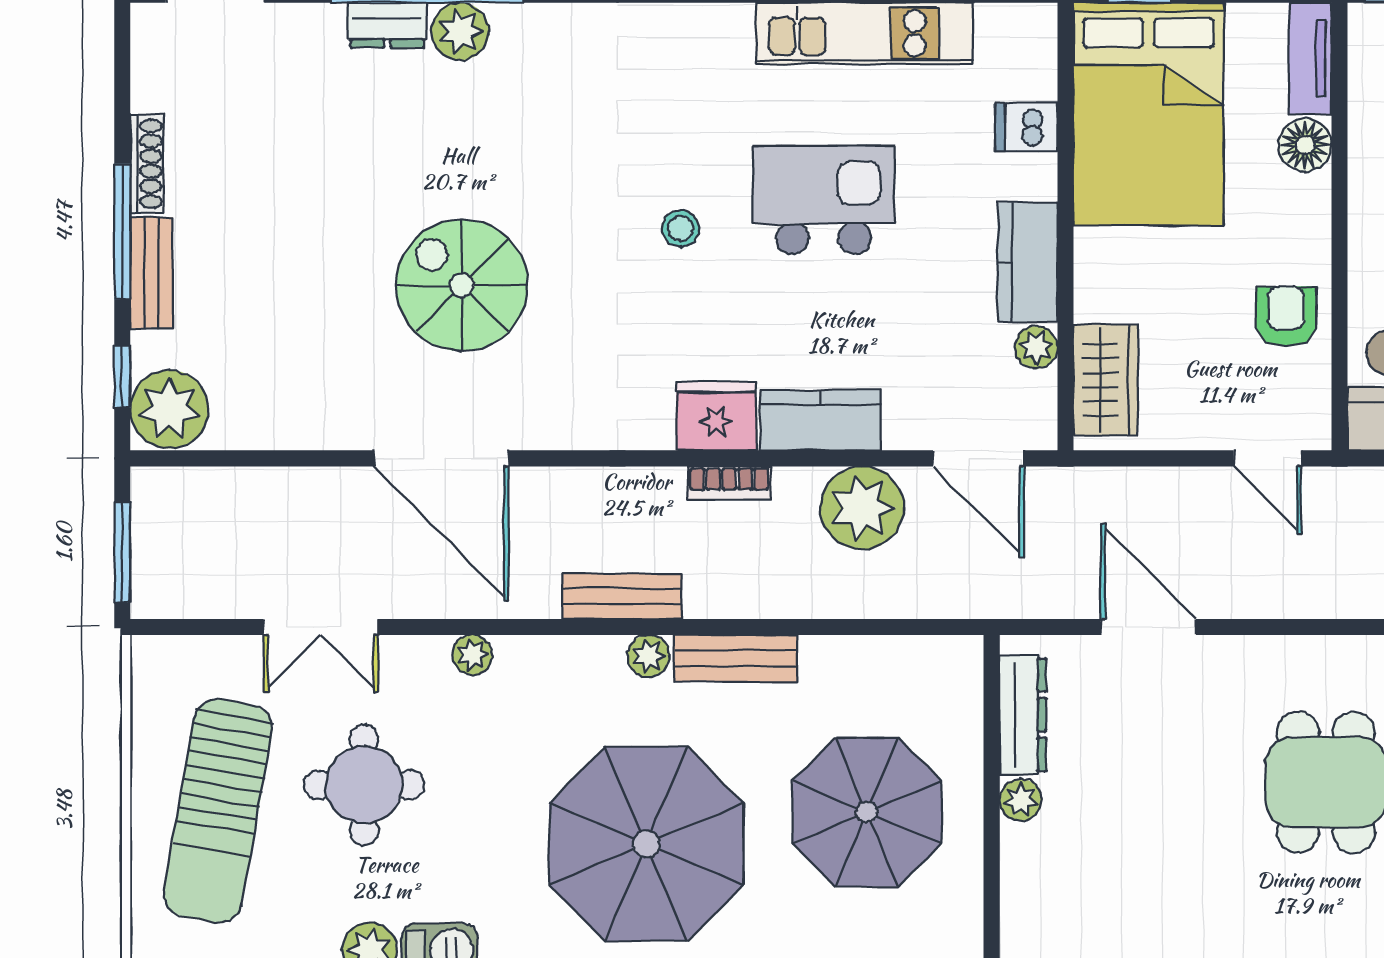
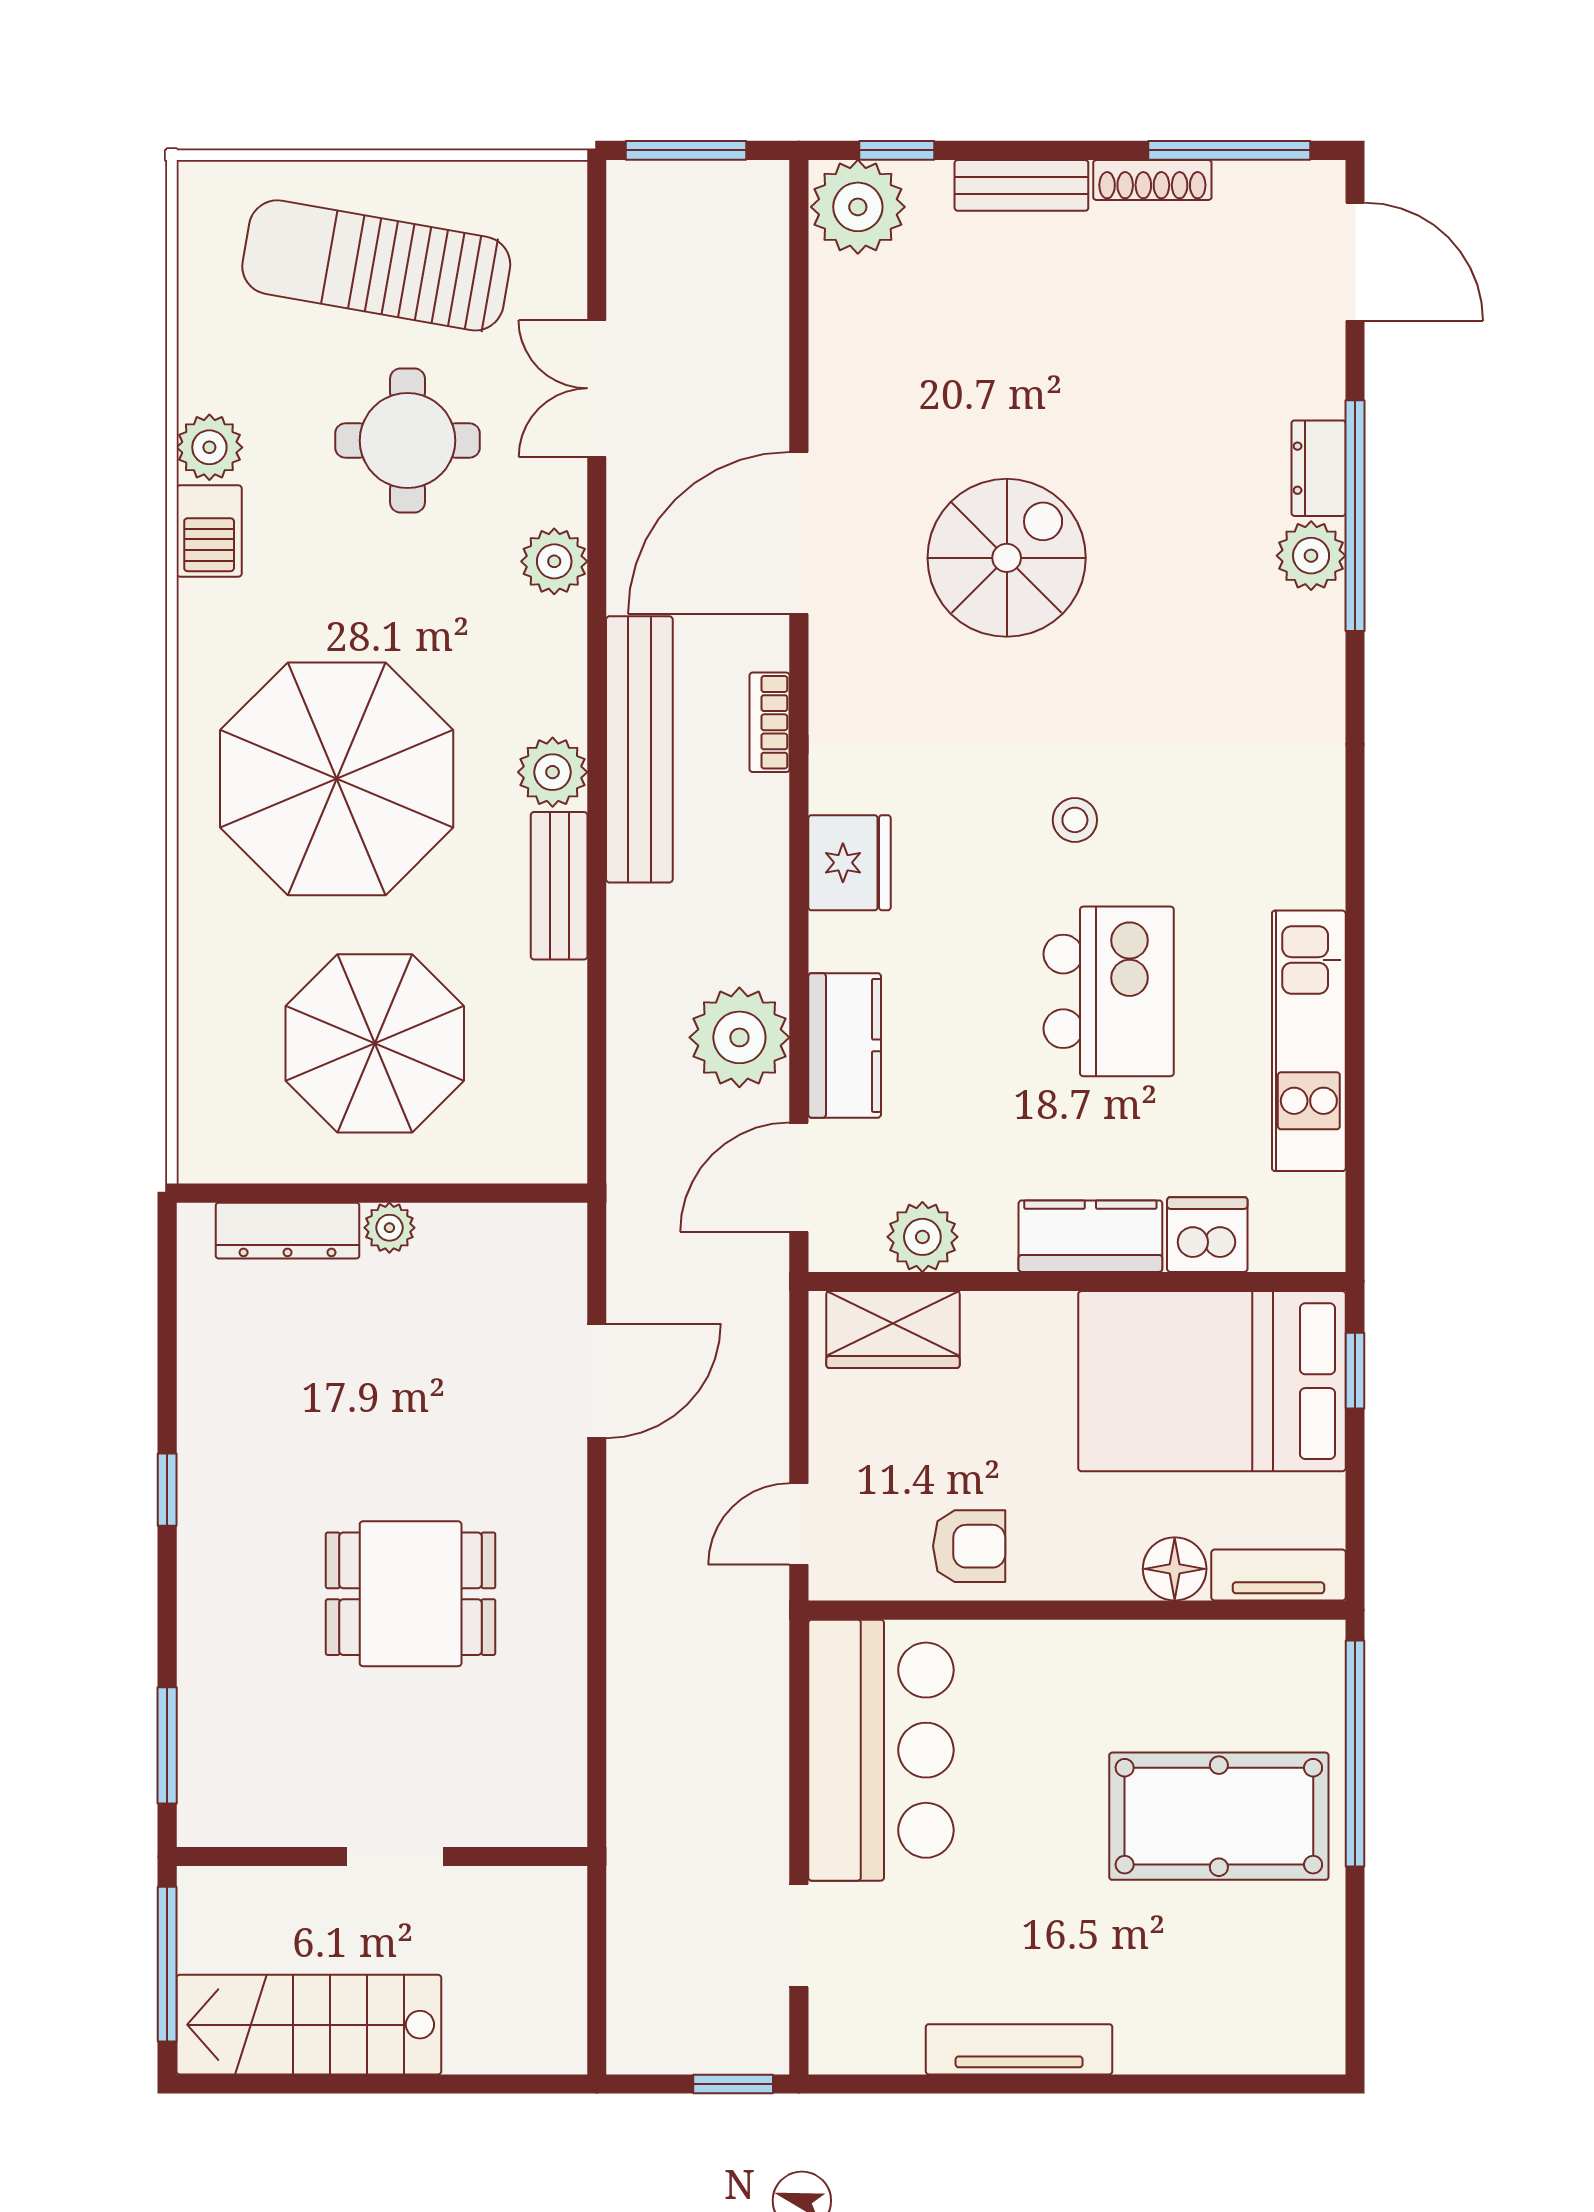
dishwasher: (1026, 127) -> (1207, 1235), width x1.38
window: (122, 232) -> (1229, 150), moved
kitchen counter: (1028, 262) -> (1090, 1236), moved
plant: (1036, 347) -> (922, 1237), width x1.38, depth x1.38
kitchen counter: (821, 420) -> (845, 1045), moved
bookcase: (729, 483) -> (770, 722), moved
bench: (622, 596) -> (639, 749), width x1.86, depth x1.21
plant: (472, 655) -> (554, 561), width x1.38, depth x1.38
plant: (649, 656) -> (553, 772), width x1.38, depth x1.38
dresser: (1023, 715) -> (288, 1231), moved

